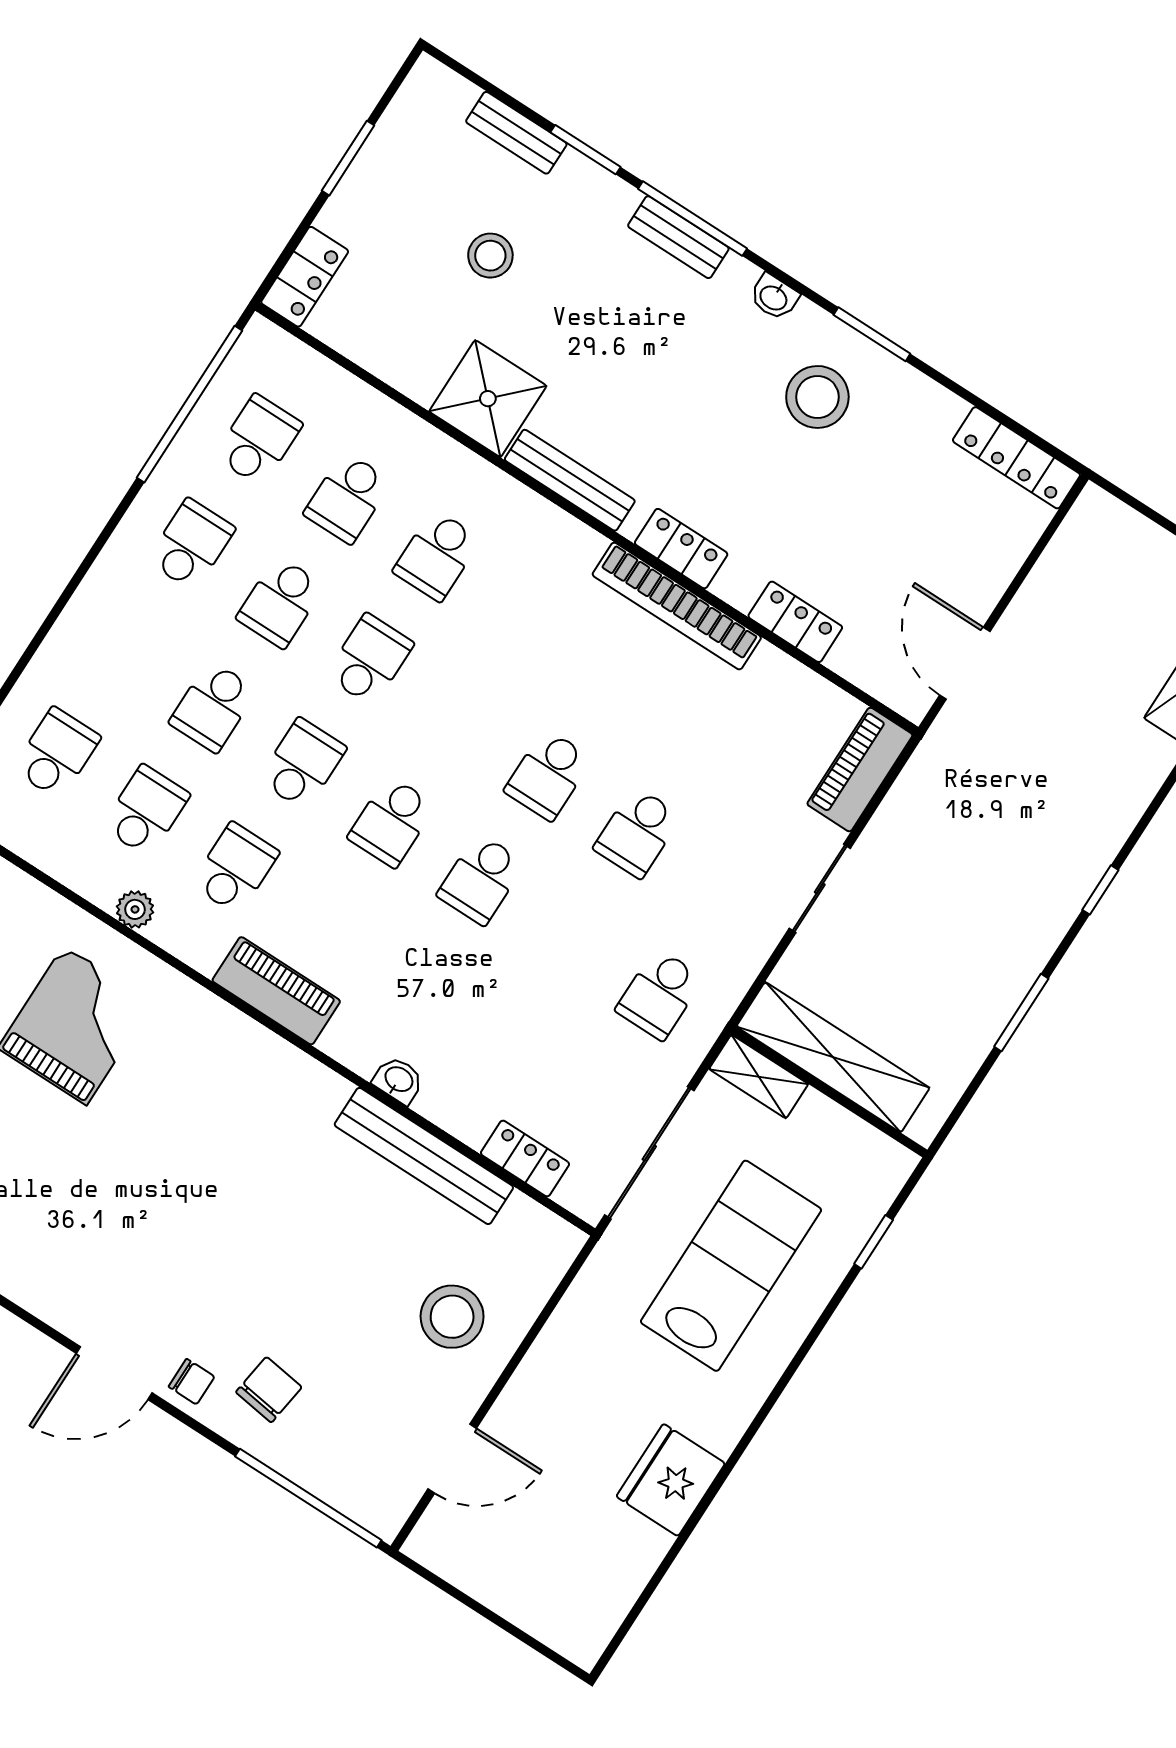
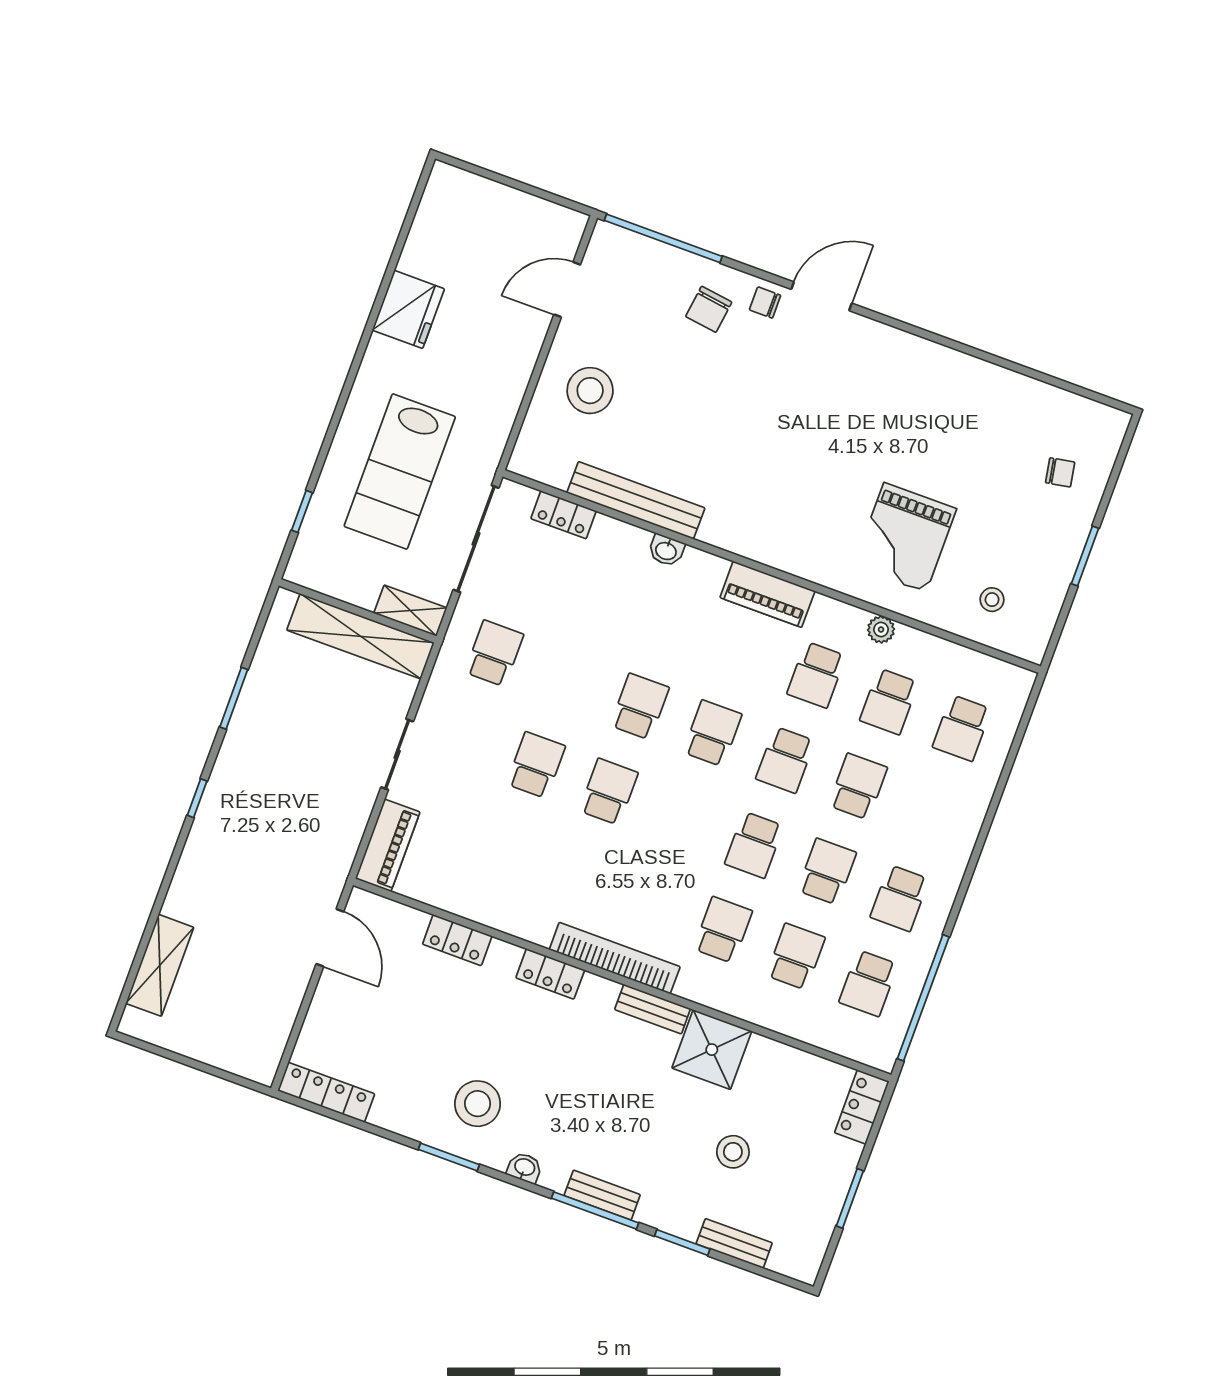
bench: (570, 480) -> (653, 1009), width x0.73
bookcase: (677, 606) -> (615, 958), moved

